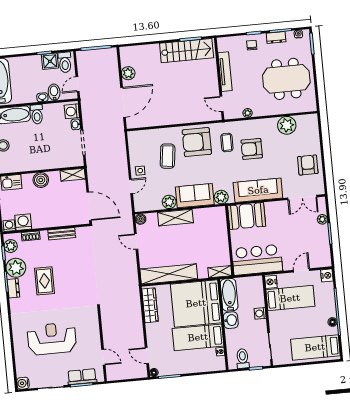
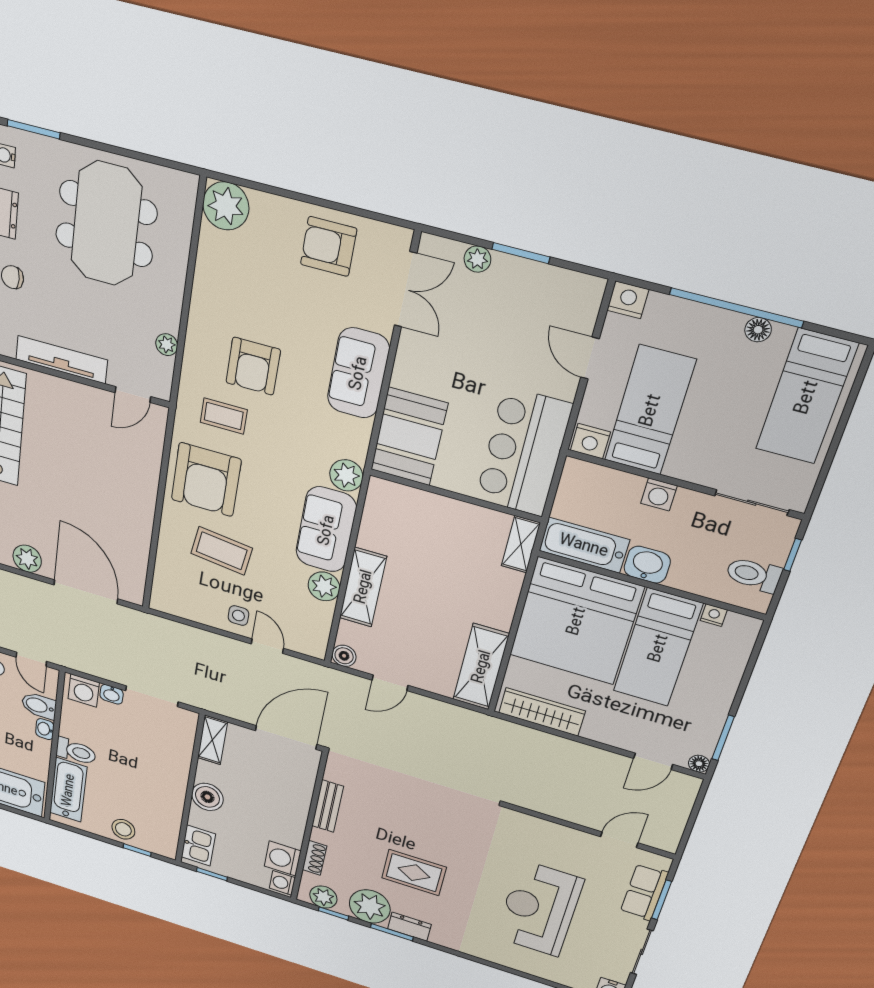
plant: (287, 125) -> (226, 206), moved
sofa: (258, 190) -> (358, 373), width x0.73
shelving: (169, 274) -> (481, 667), width x0.68

